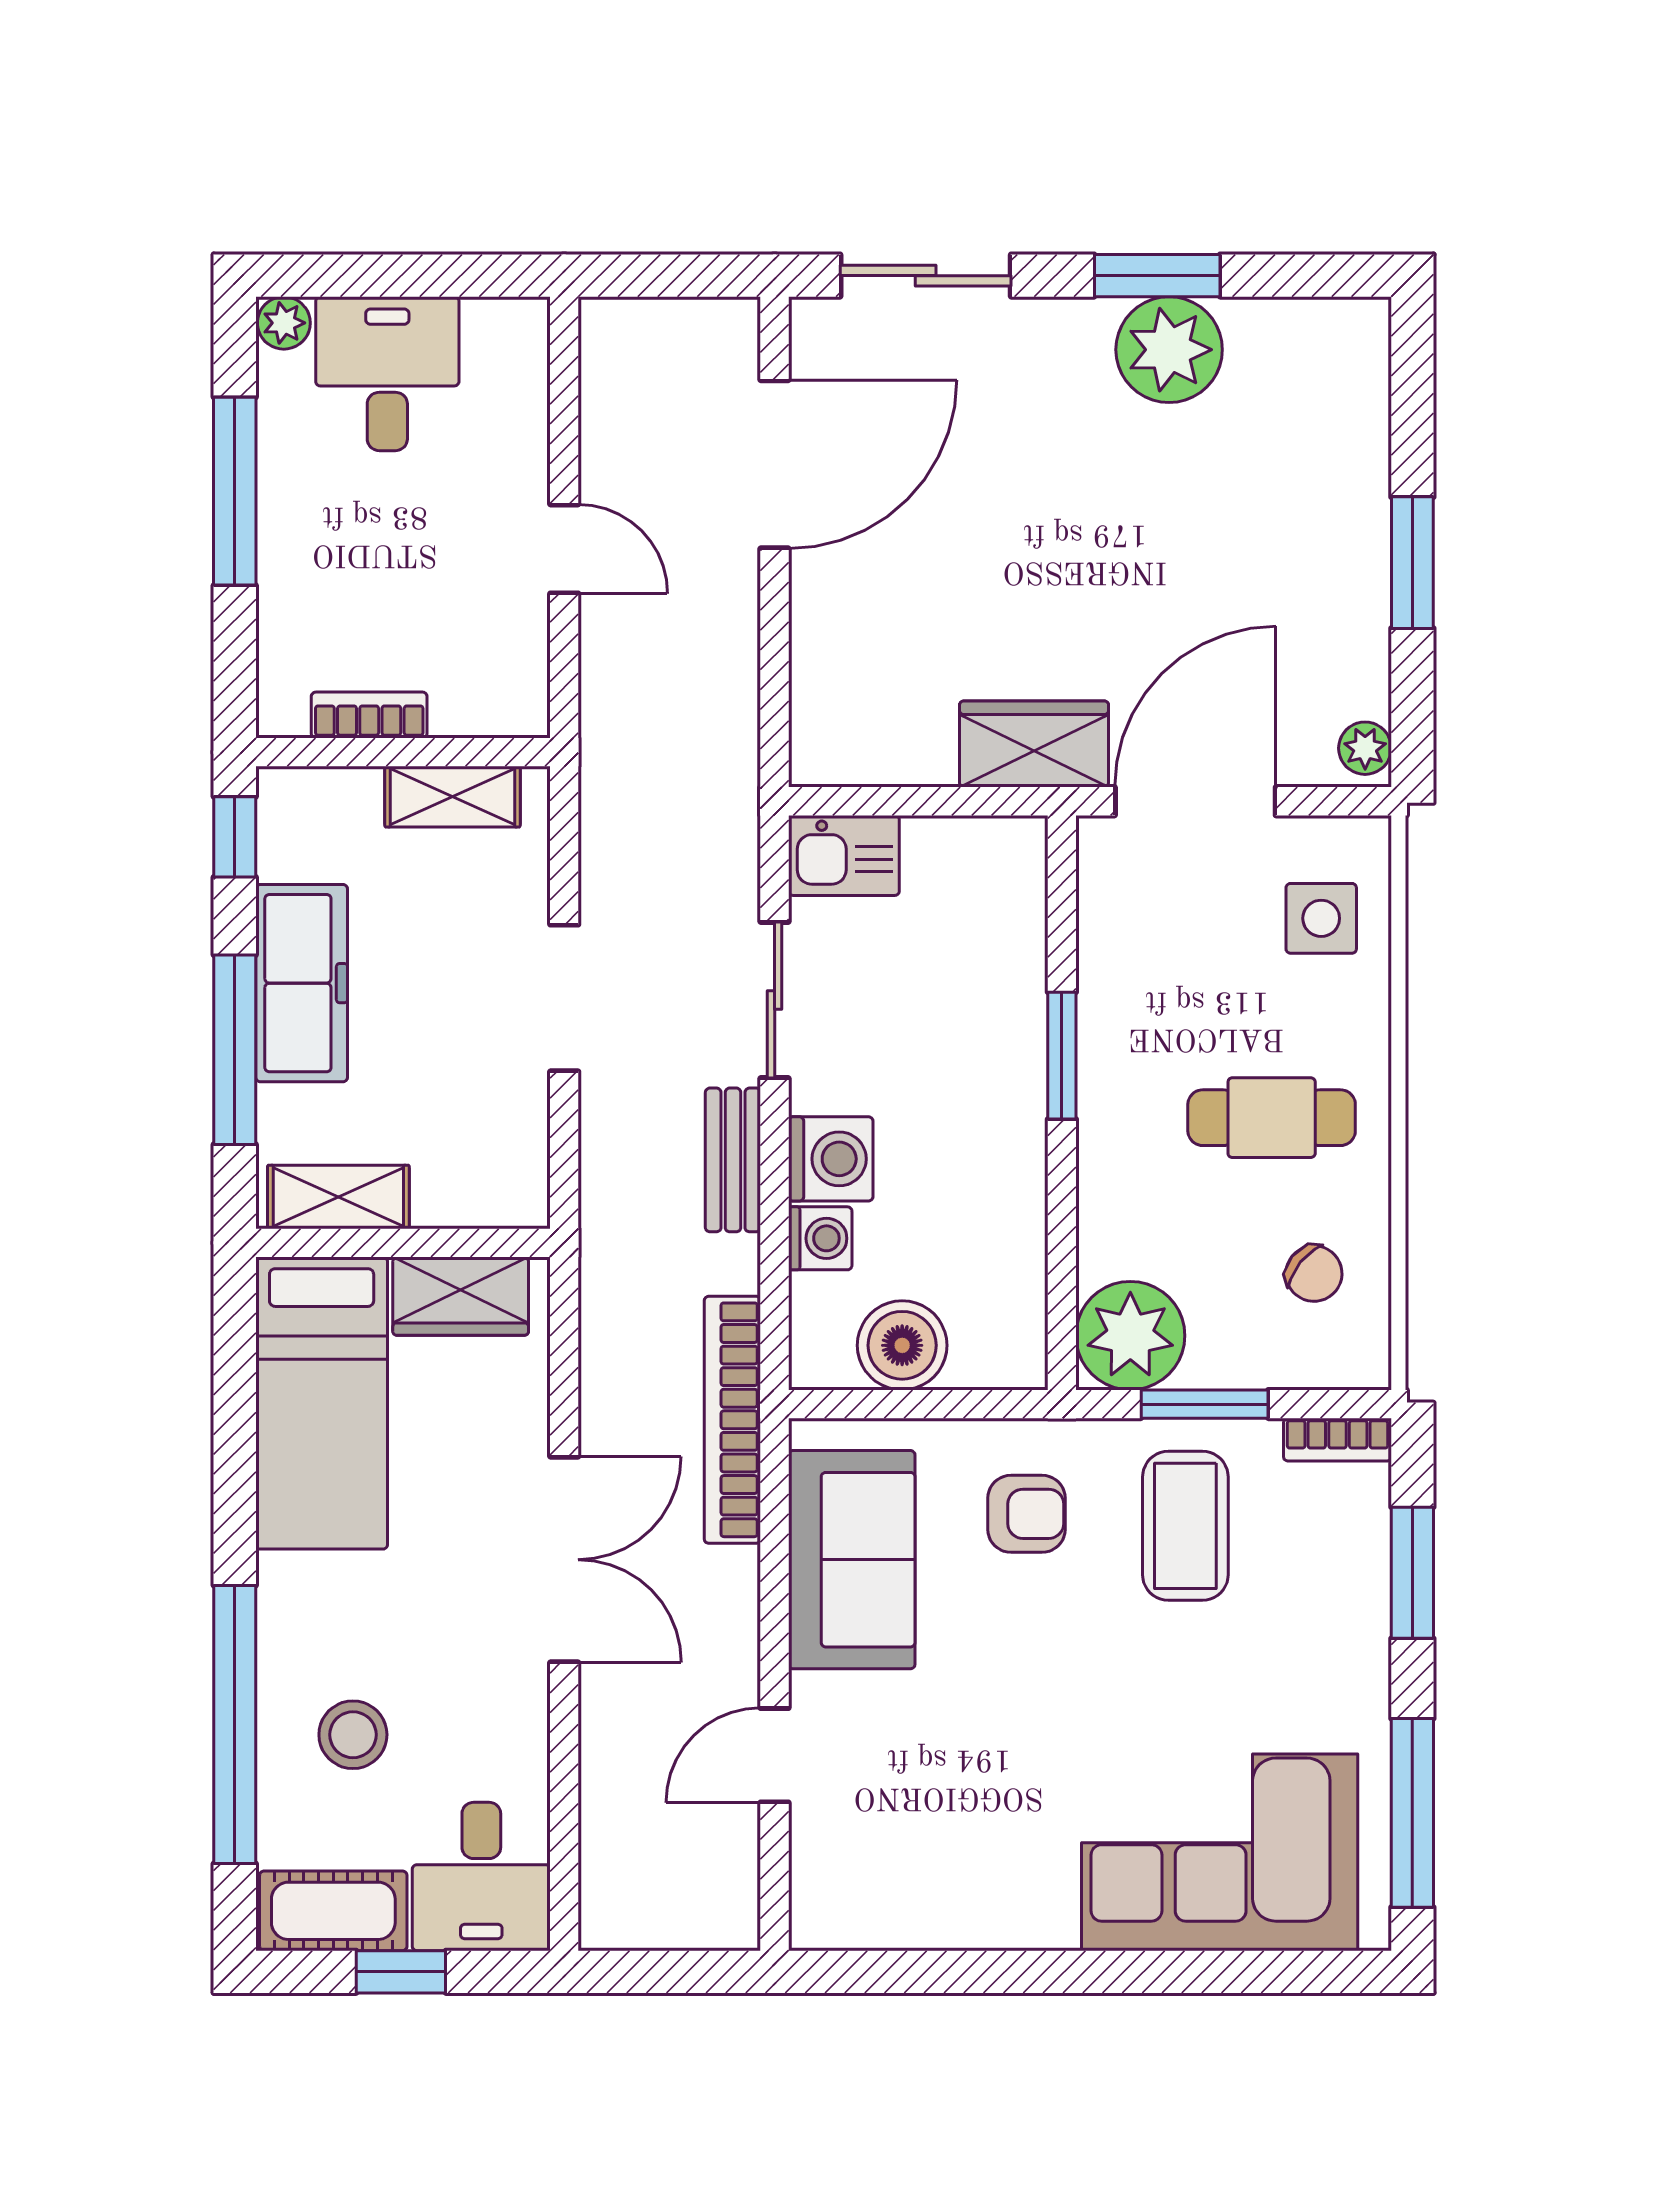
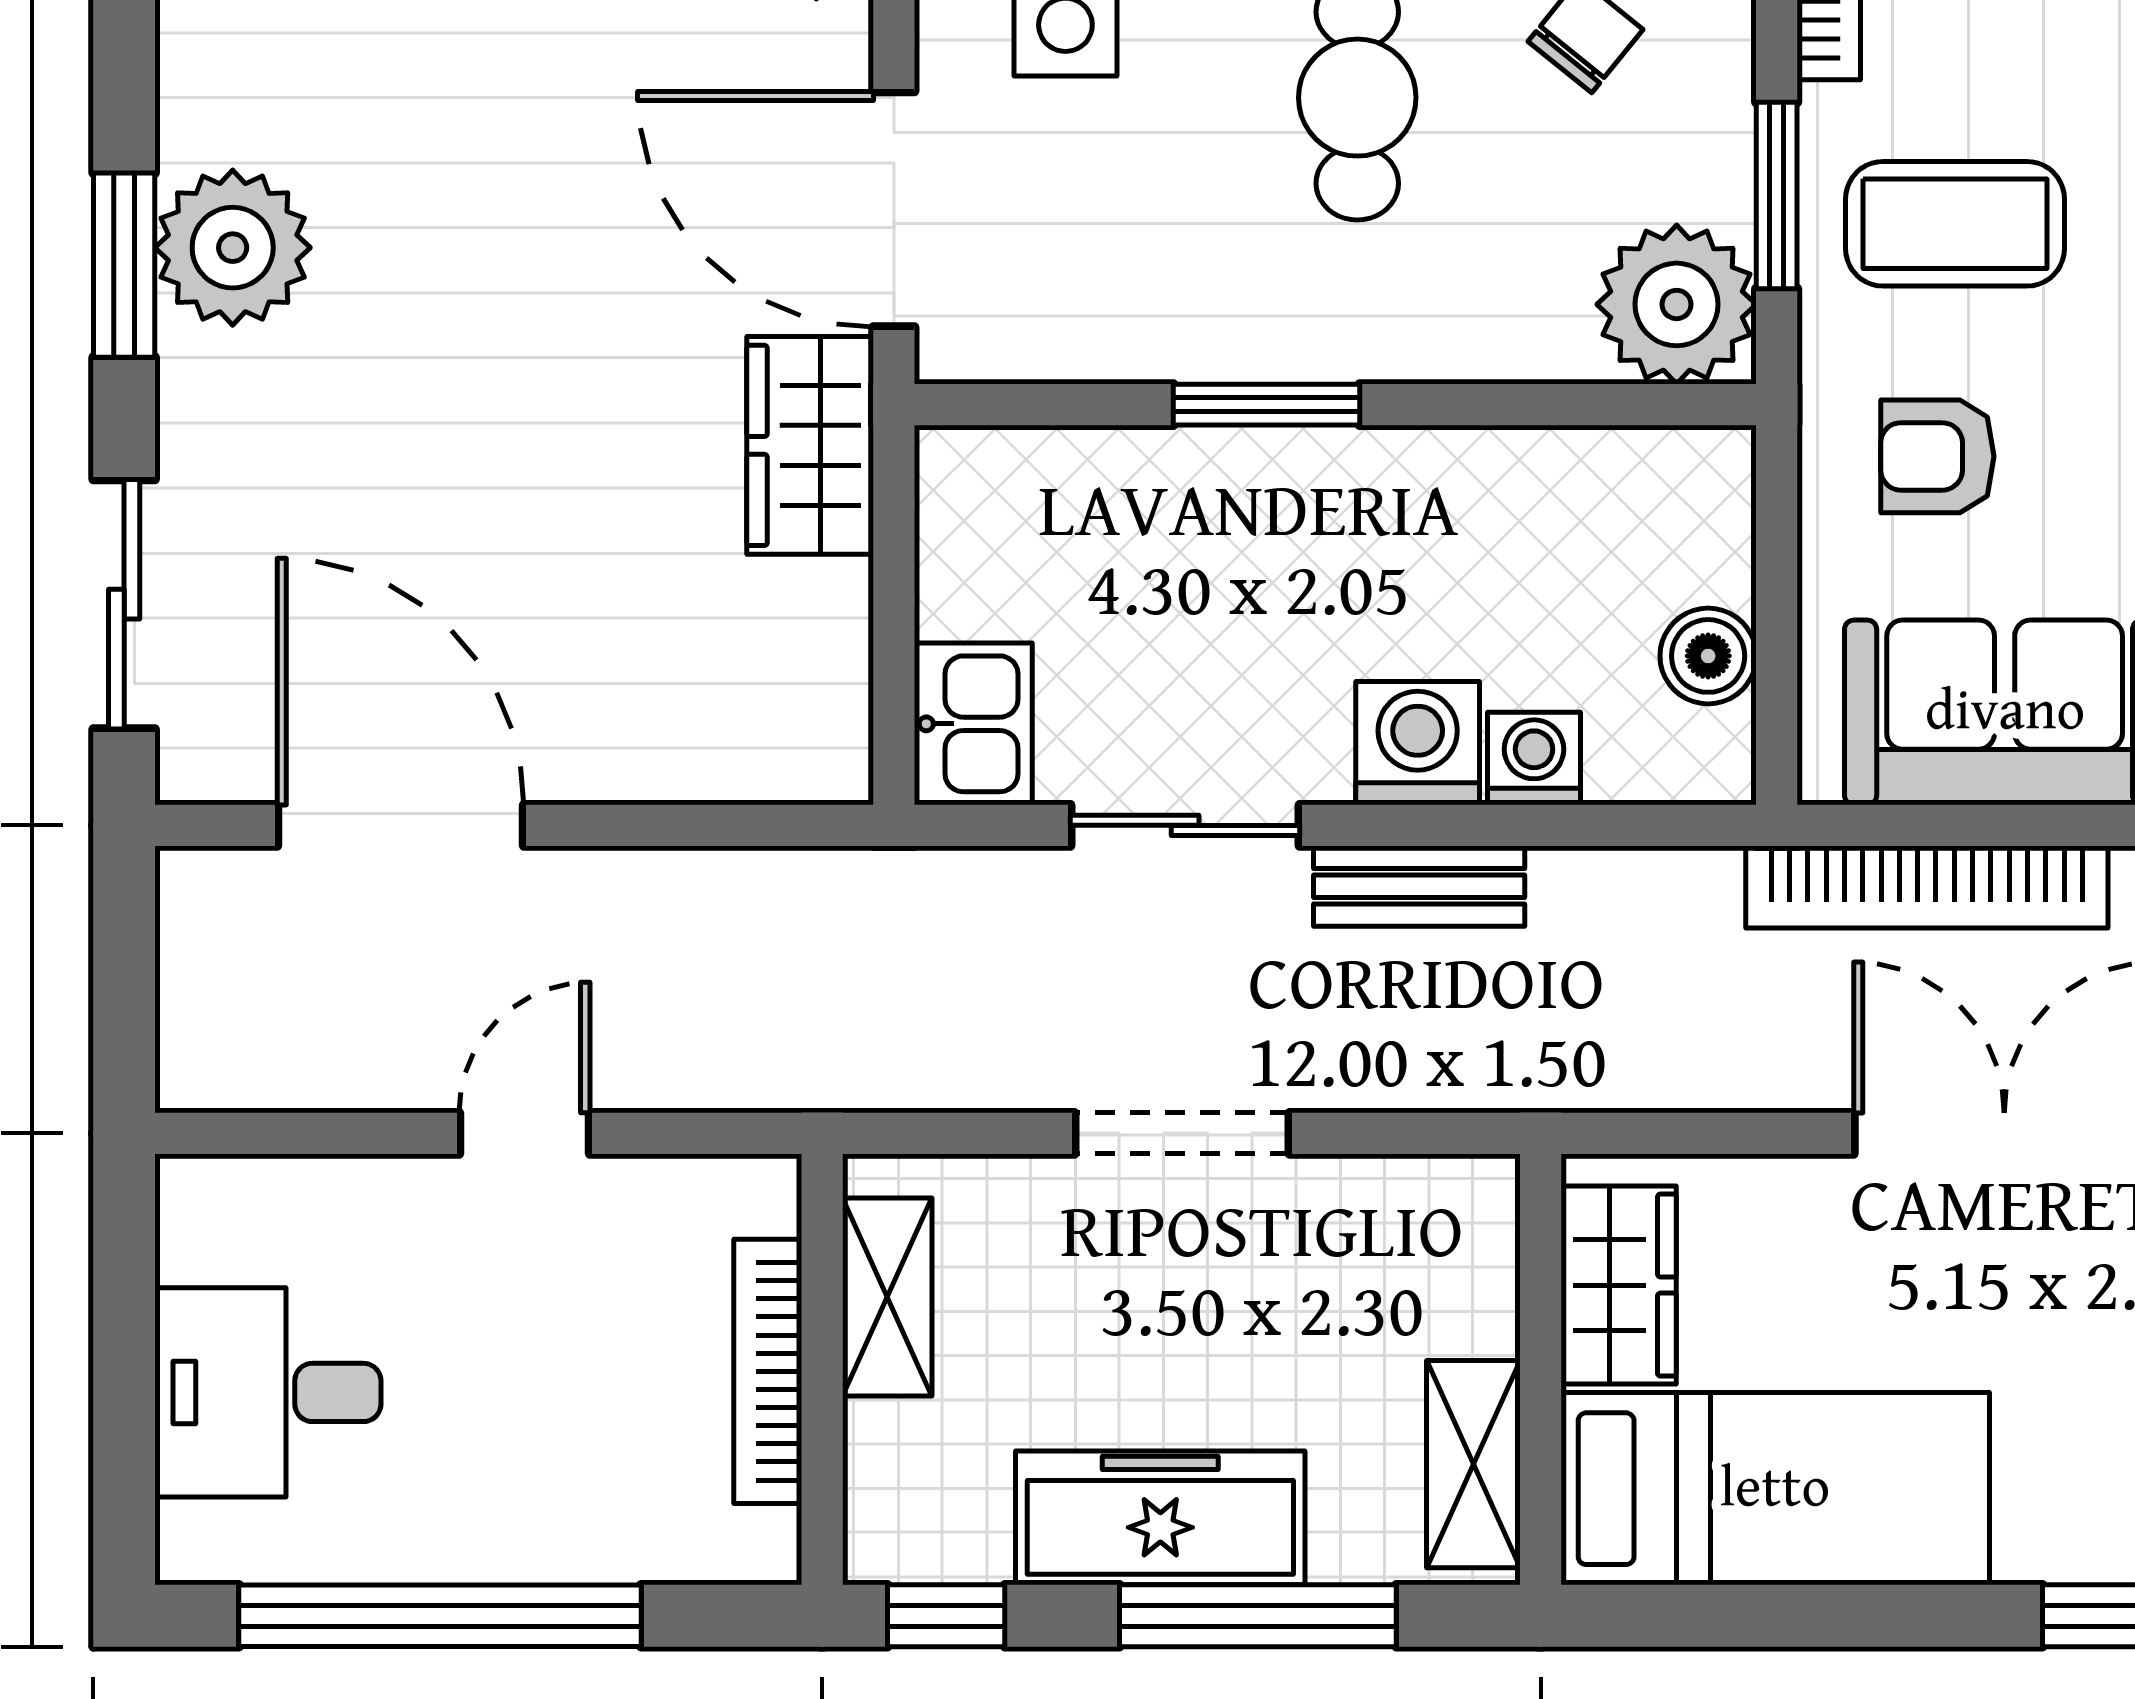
plant: (284, 323) -> (194, 1544), removed
window: (235, 491) -> (440, 1616), width x1.46
bookcase: (369, 715) -> (768, 1371), width x1.56
boiler: (902, 1345) -> (1708, 656), width x0.73, depth x0.73
bookcase: (732, 1420) -> (1927, 887), moved
armchair: (1026, 1514) -> (1937, 456), turned -90

